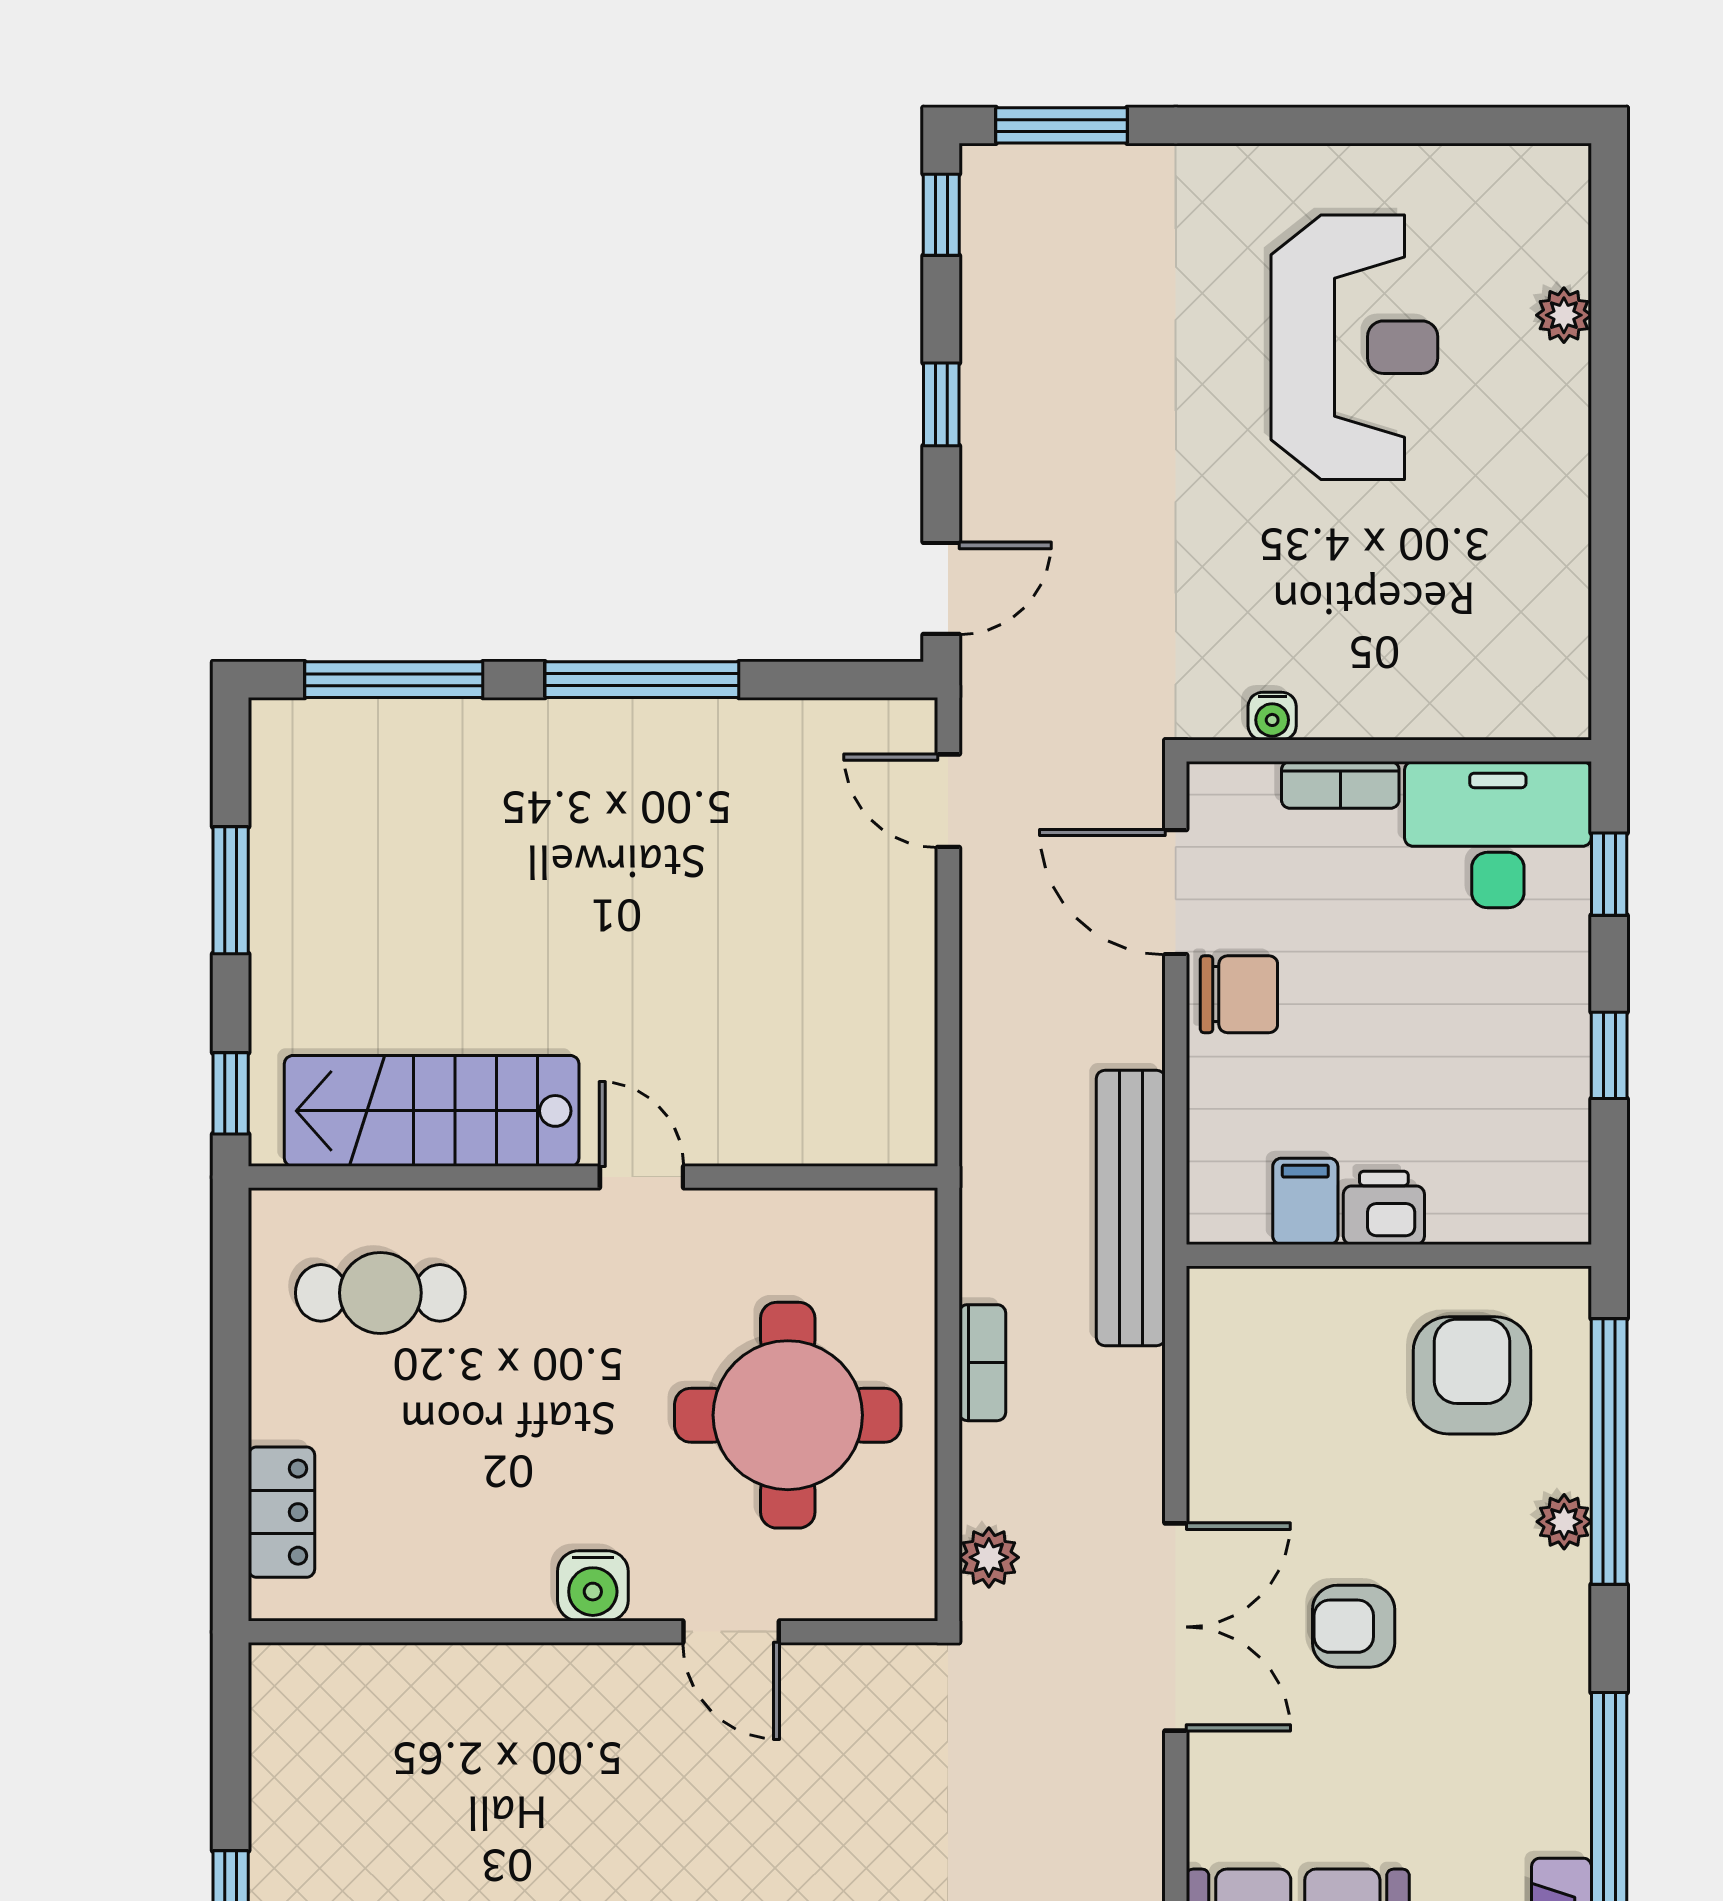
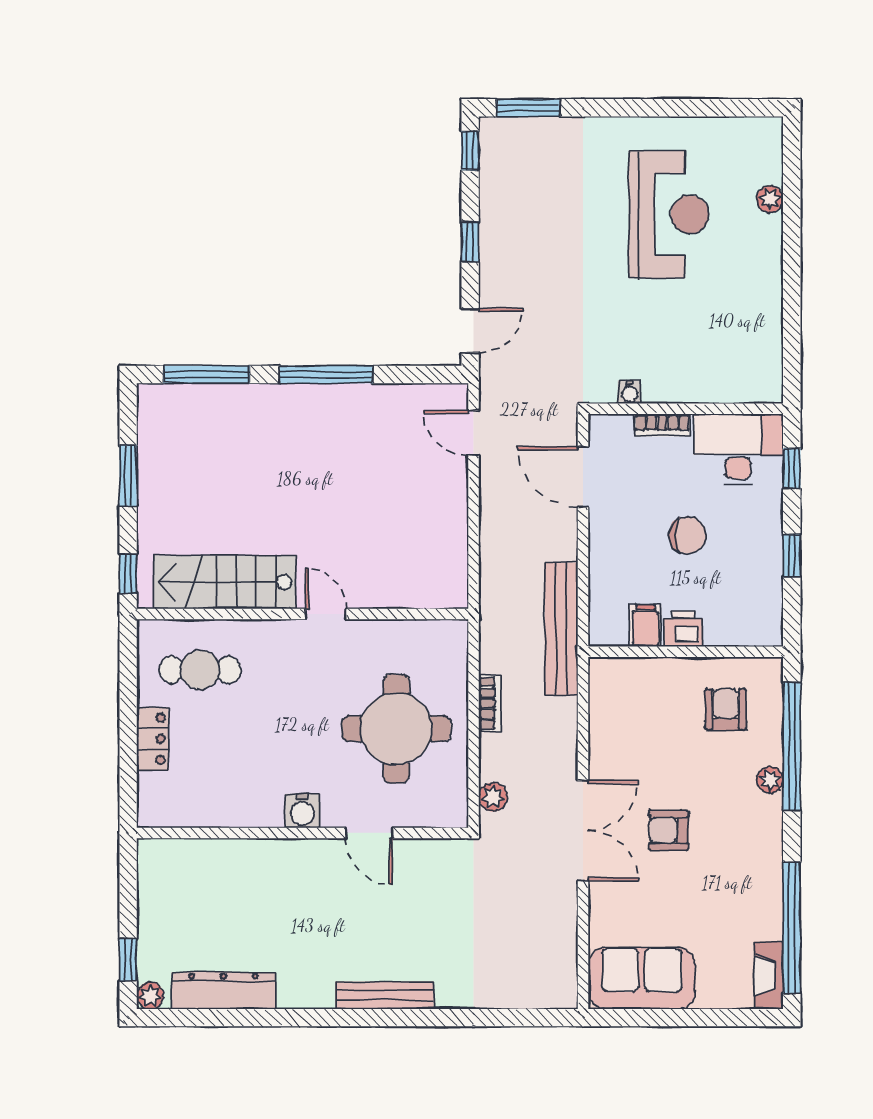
chair: (1239, 994) -> (688, 535), moved
armchair: (1472, 1375) -> (726, 709), width x0.72, depth x0.72
locker: (282, 1512) -> (153, 739), moved

